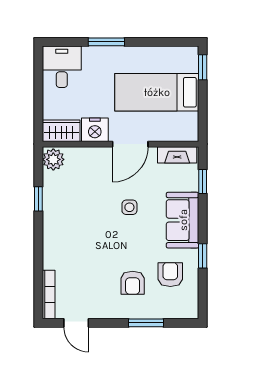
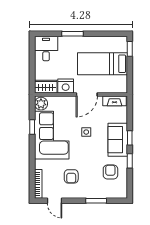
window: (203, 181) -> (130, 138), moved
corner sofa: (71, 212) -> (52, 135), added
armchair: (133, 283) -> (71, 176), moved

